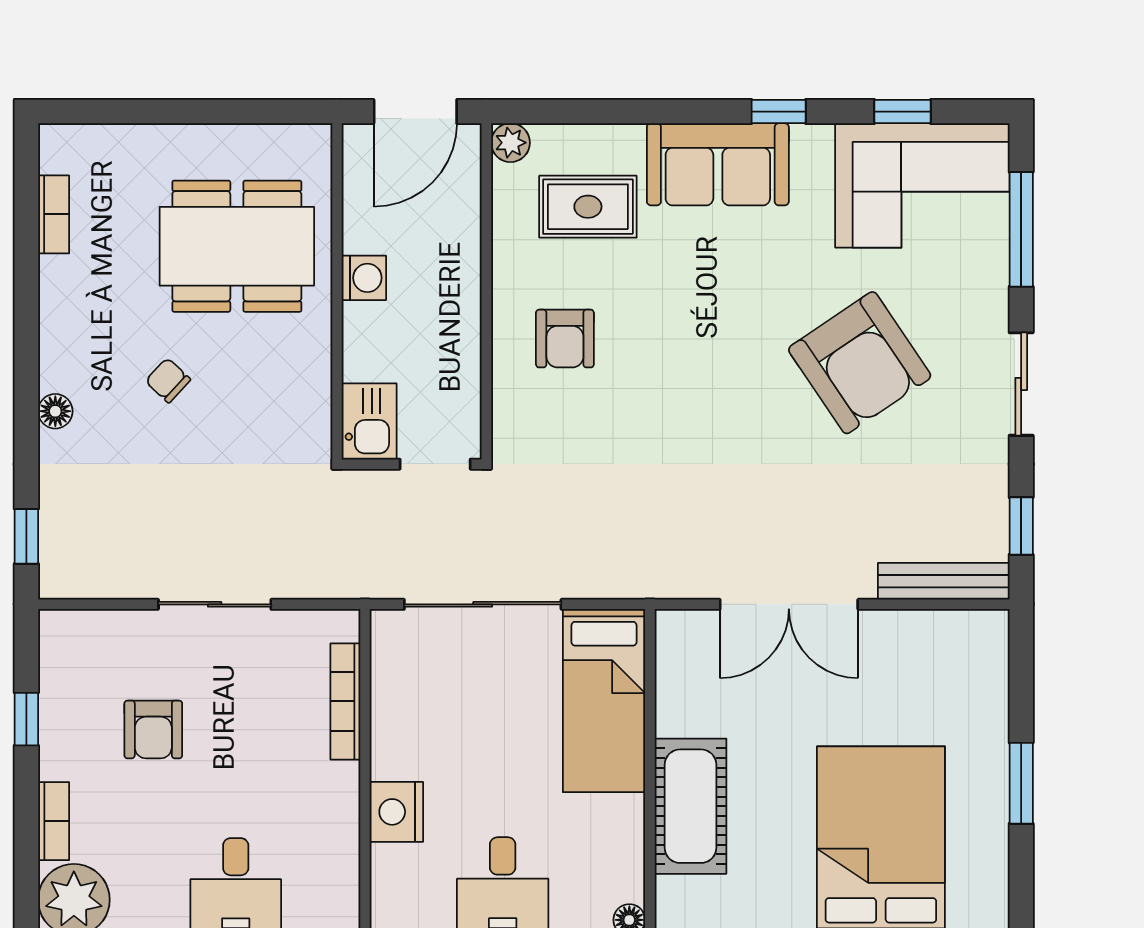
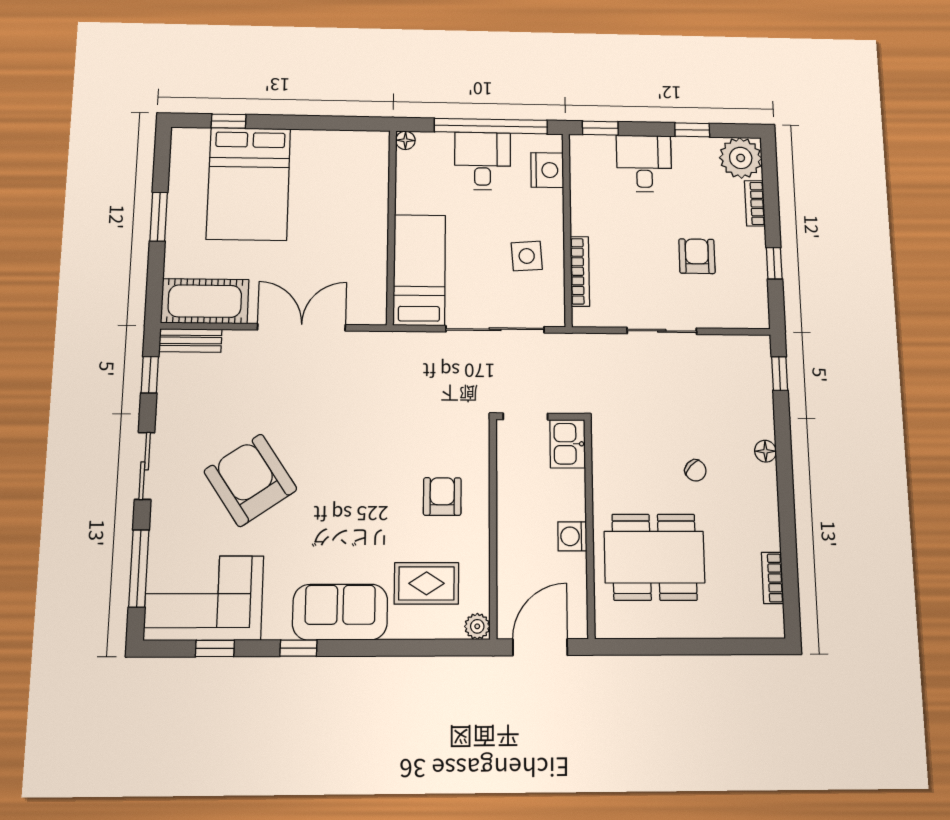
bench: (944, 581) -> (190, 340), width x0.73
side table: (431, 726) -> (527, 256), added
cot: (691, 806) -> (205, 301), moved, turned 90
nightstand: (396, 812) -> (547, 170), moved

